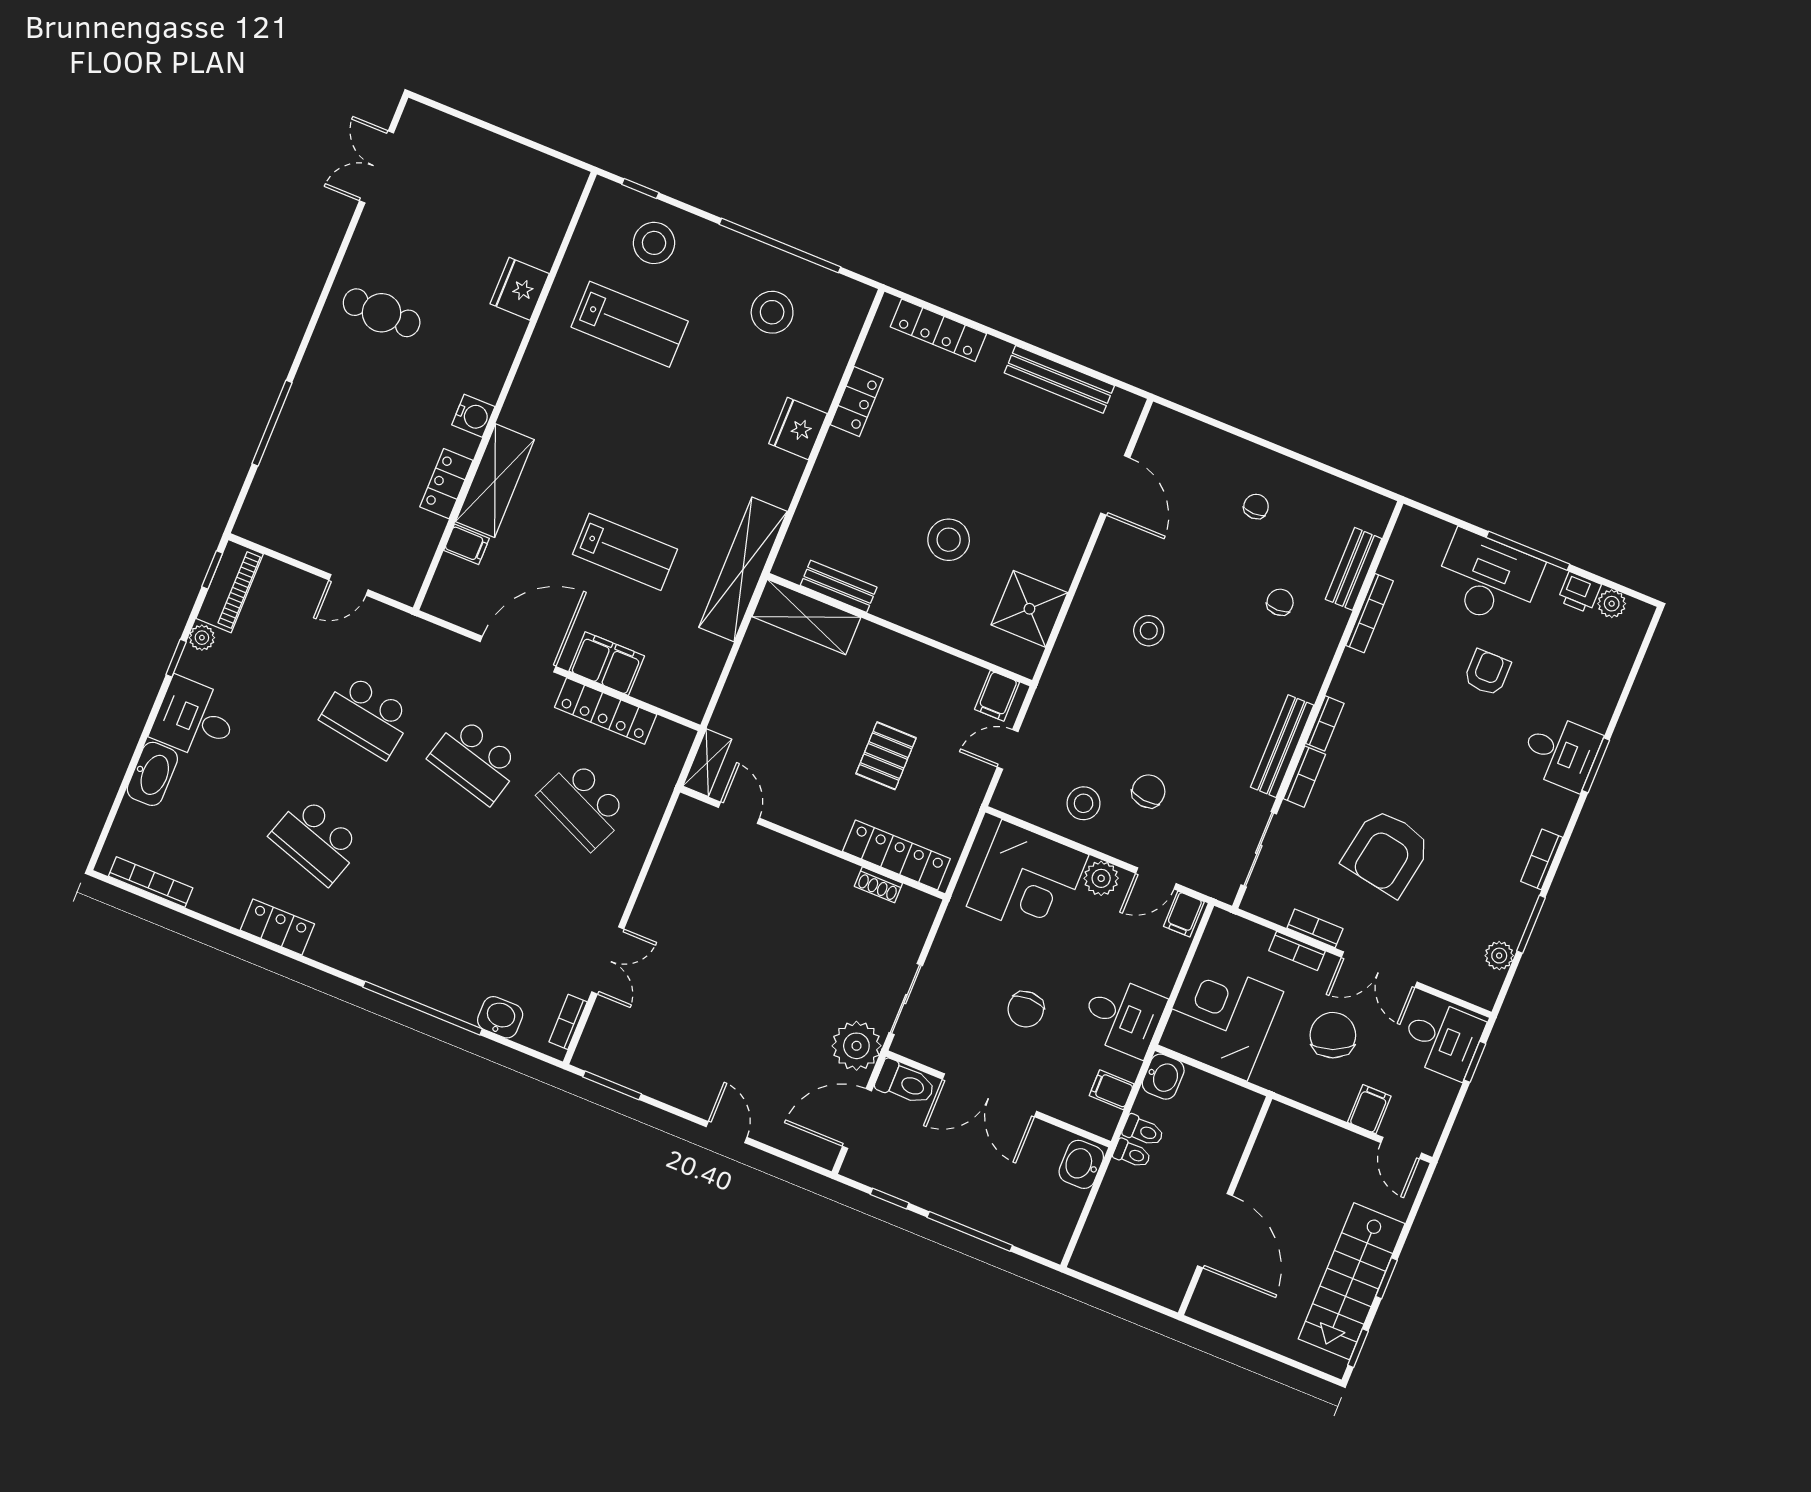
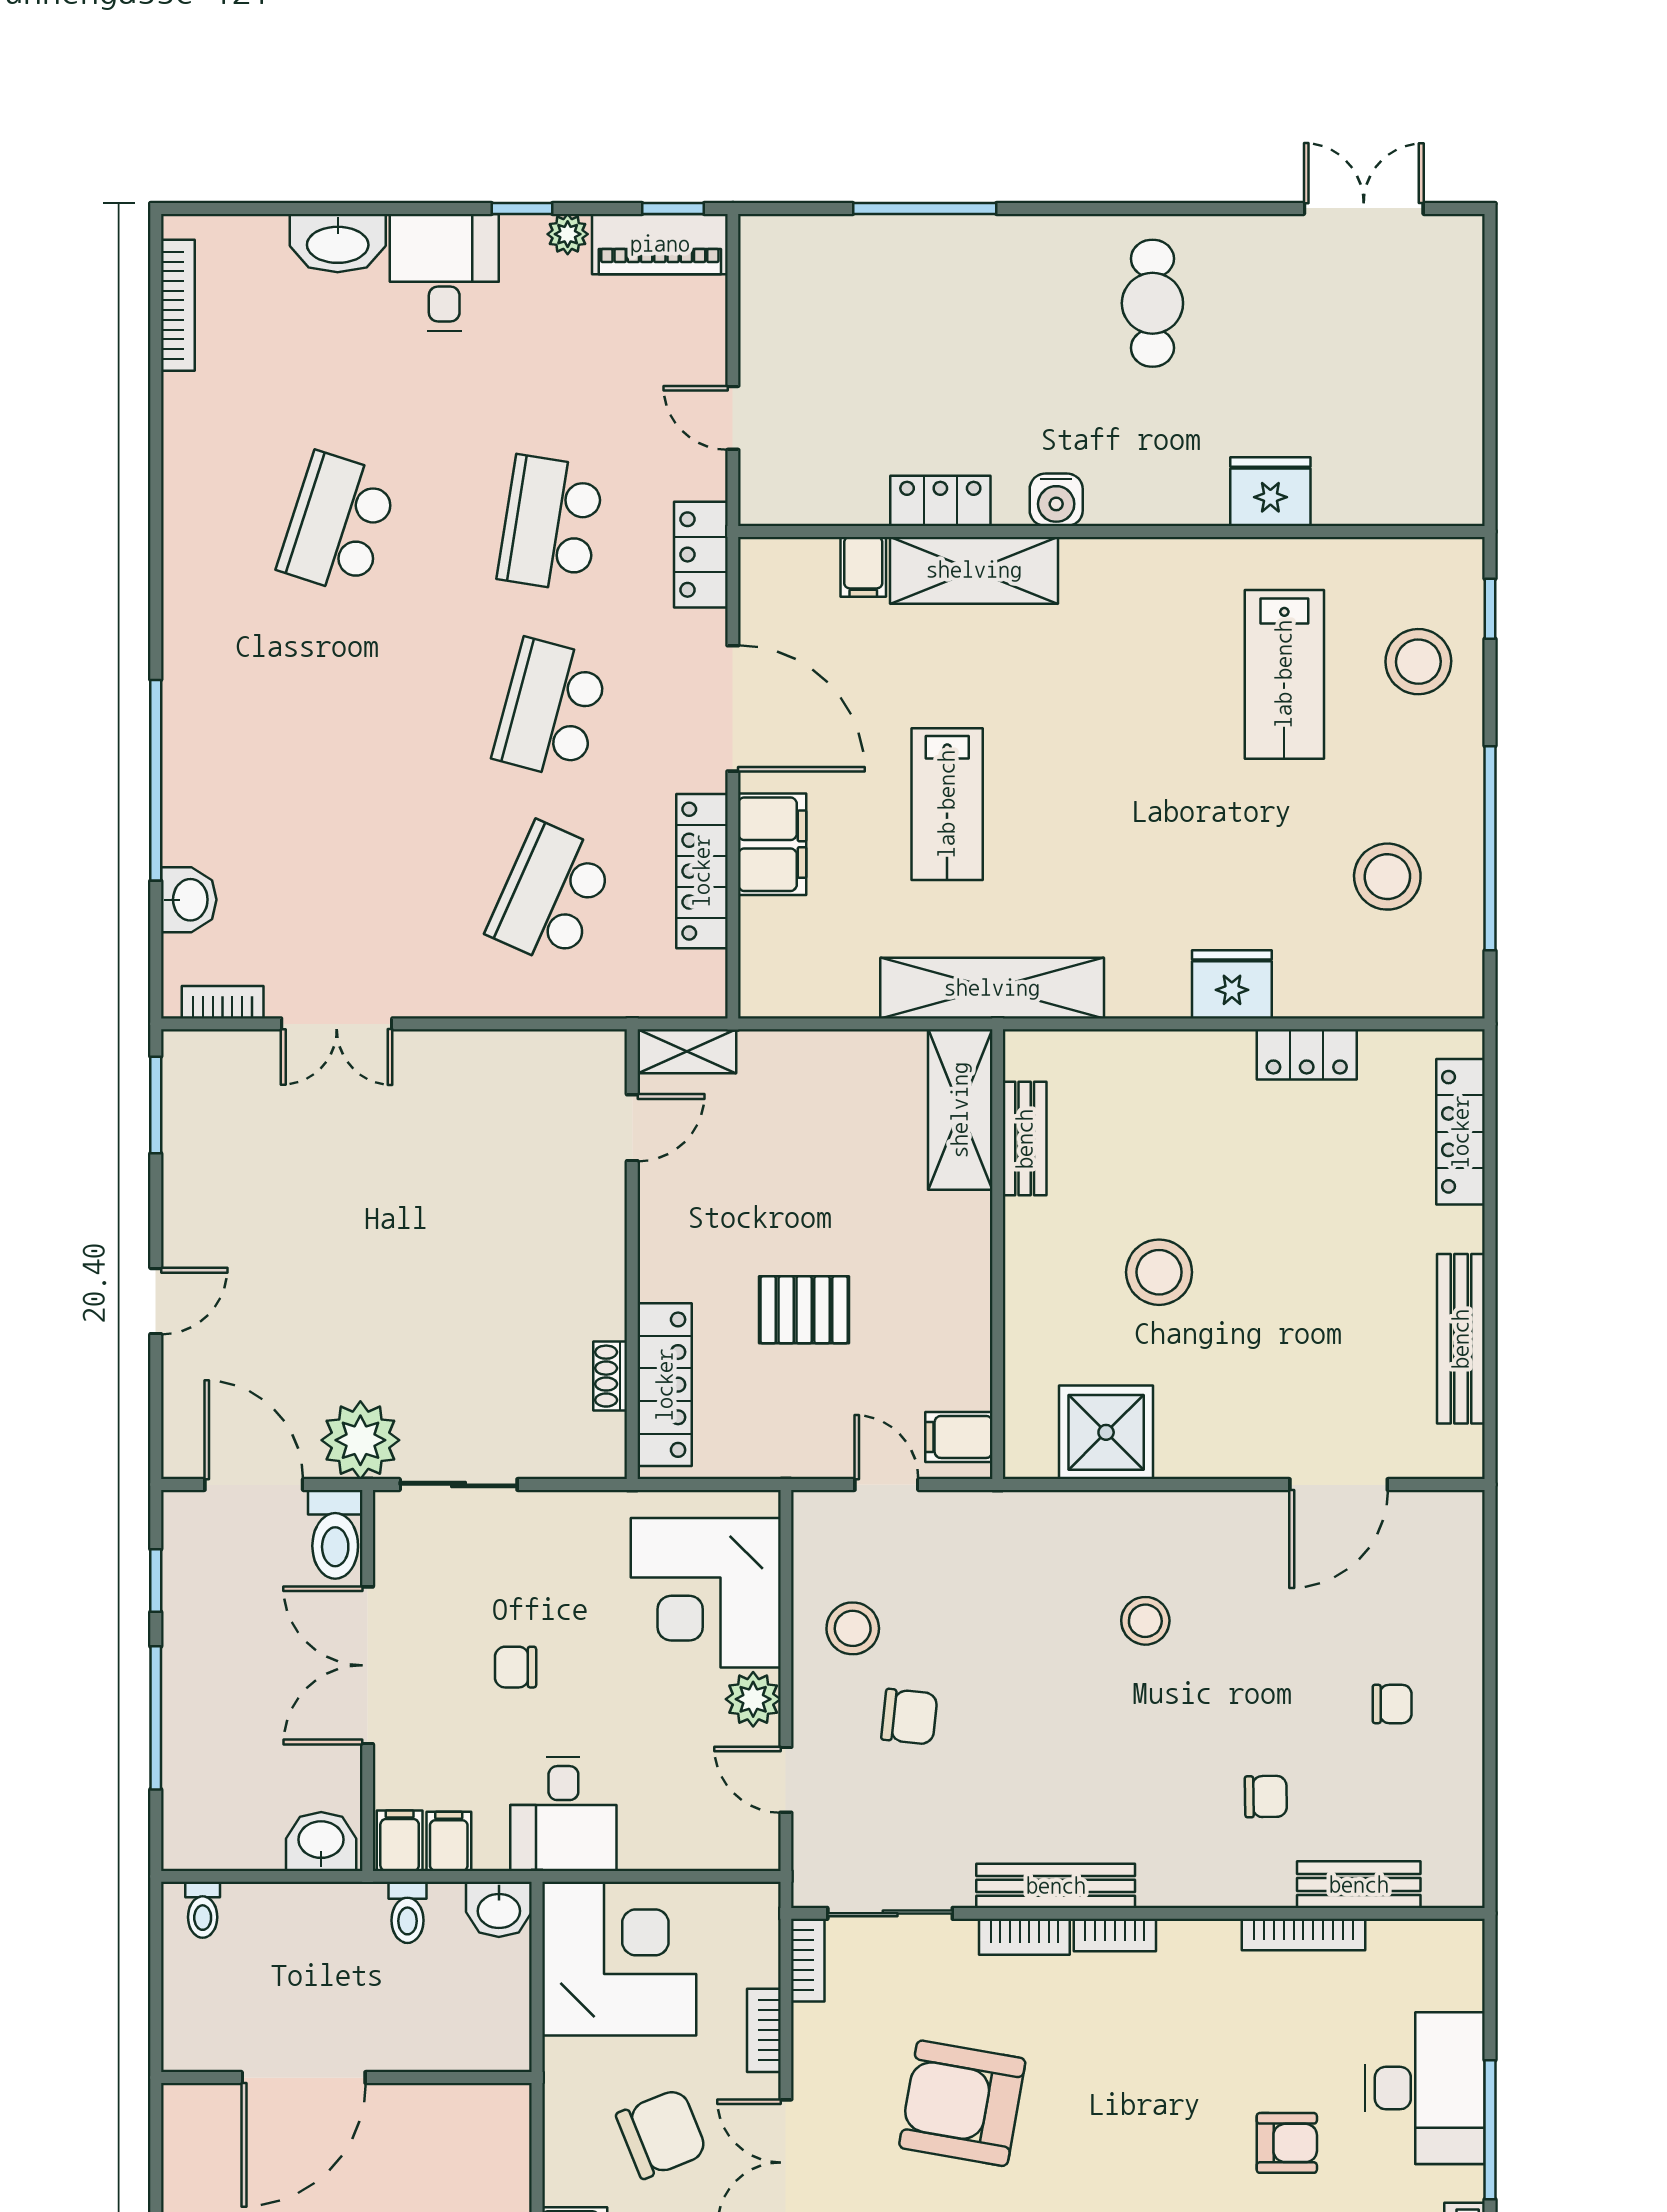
filing cabinet: (1184, 914) -> (400, 1841), moved, turned 90
locker: (277, 927) -> (701, 555), moved, turned 180
bookcase: (1315, 928) -> (808, 1960), moved
chair: (1026, 1009) -> (516, 1667), width x0.73, depth x0.73
toilet: (1132, 1154) -> (203, 1910), moved

